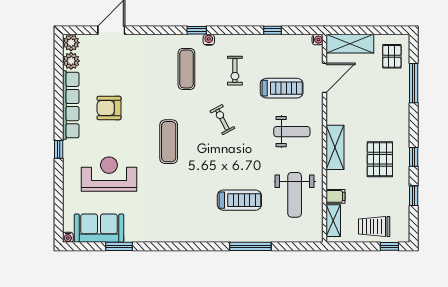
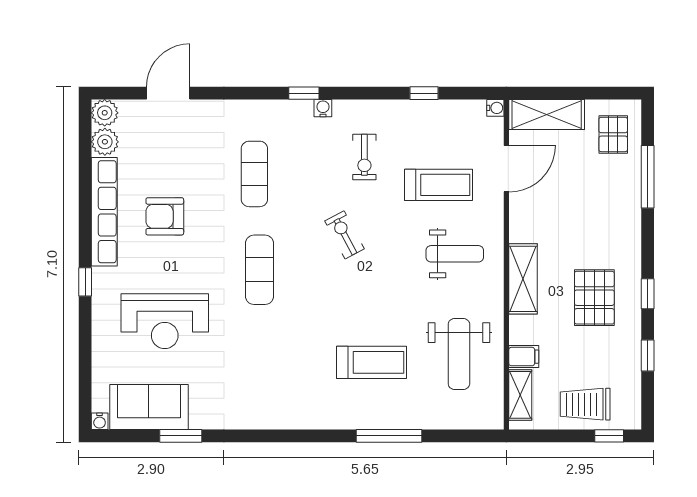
exercise mat: (186, 69) -> (254, 174), moved
reception desk: (109, 174) -> (165, 321), turned 180

